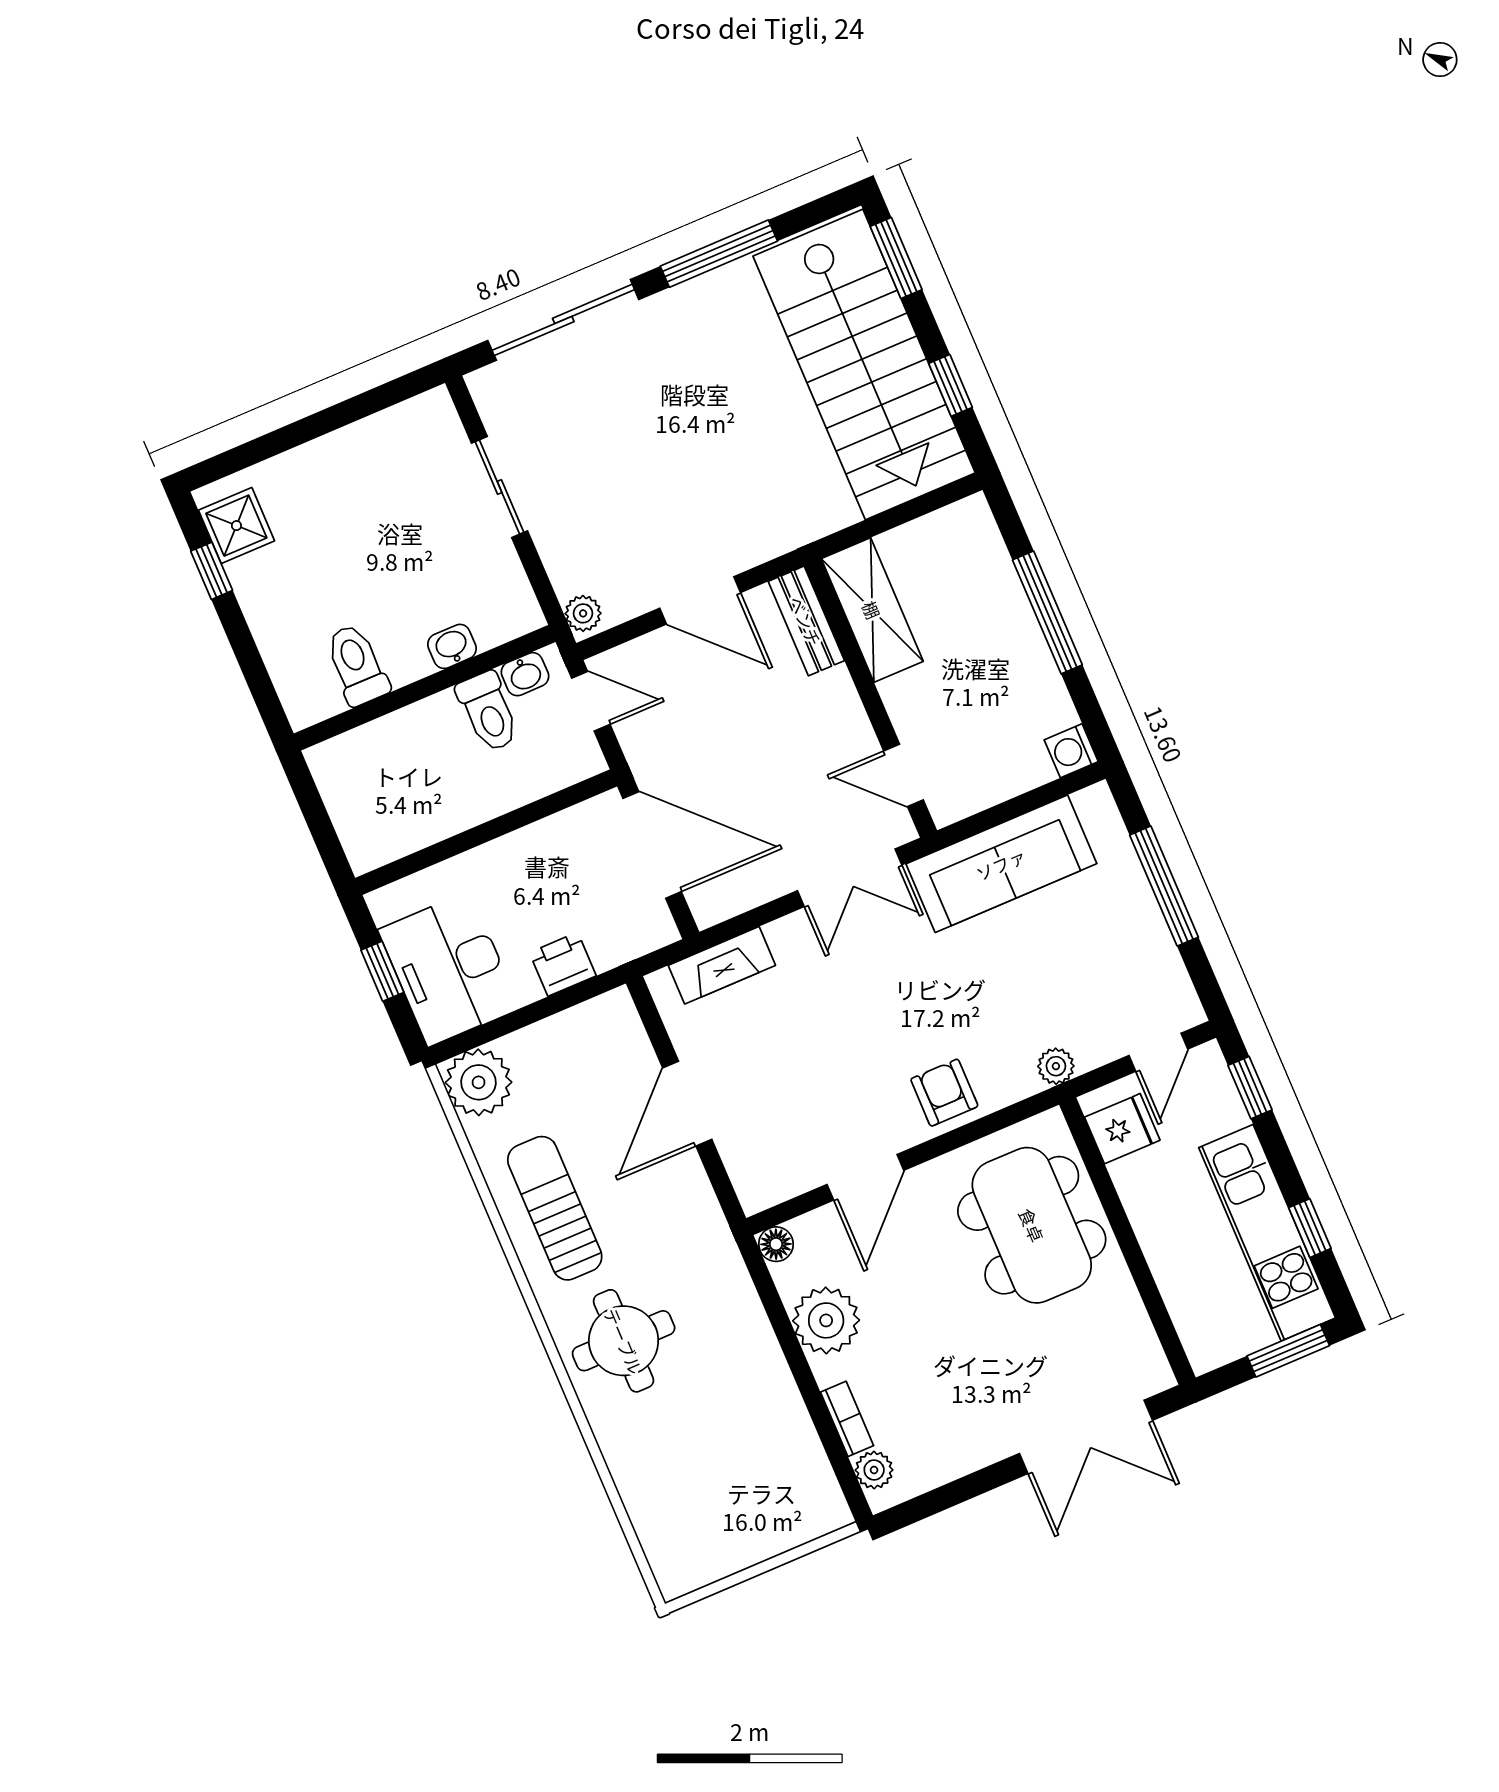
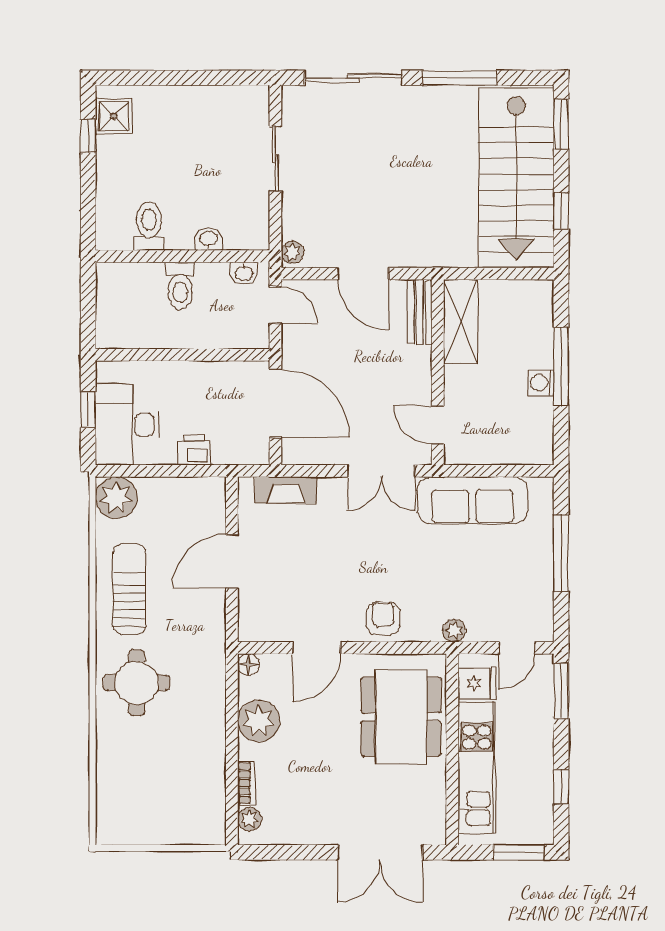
toilet: (488, 712) -> (180, 286), moved
washing machine: (1071, 751) -> (541, 383), moved
window: (1250, 1088) -> (561, 691), width x1.50
kitchen unit: (1267, 1233) -> (477, 768), moved, turned 180

